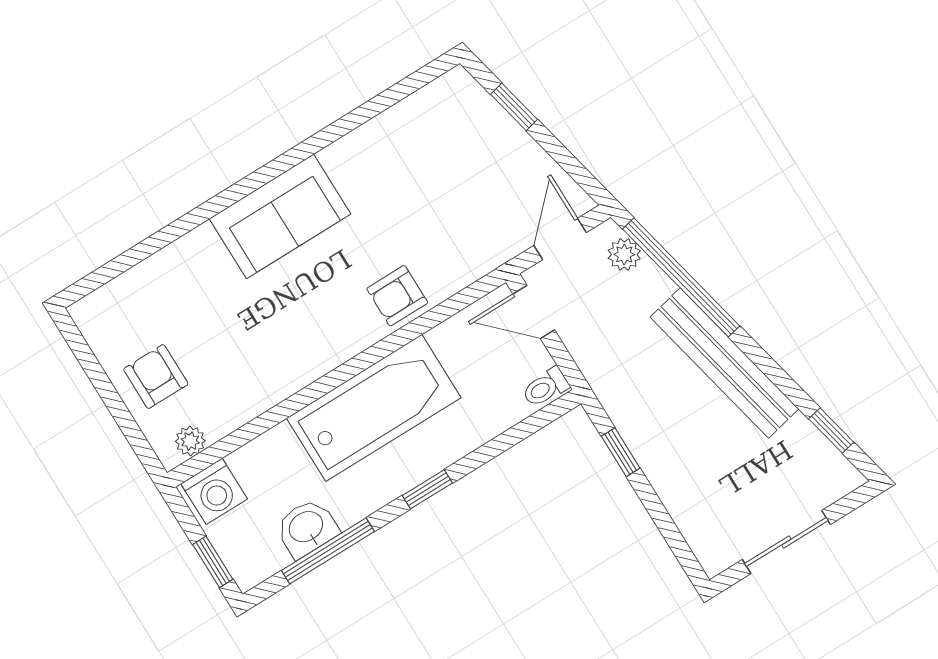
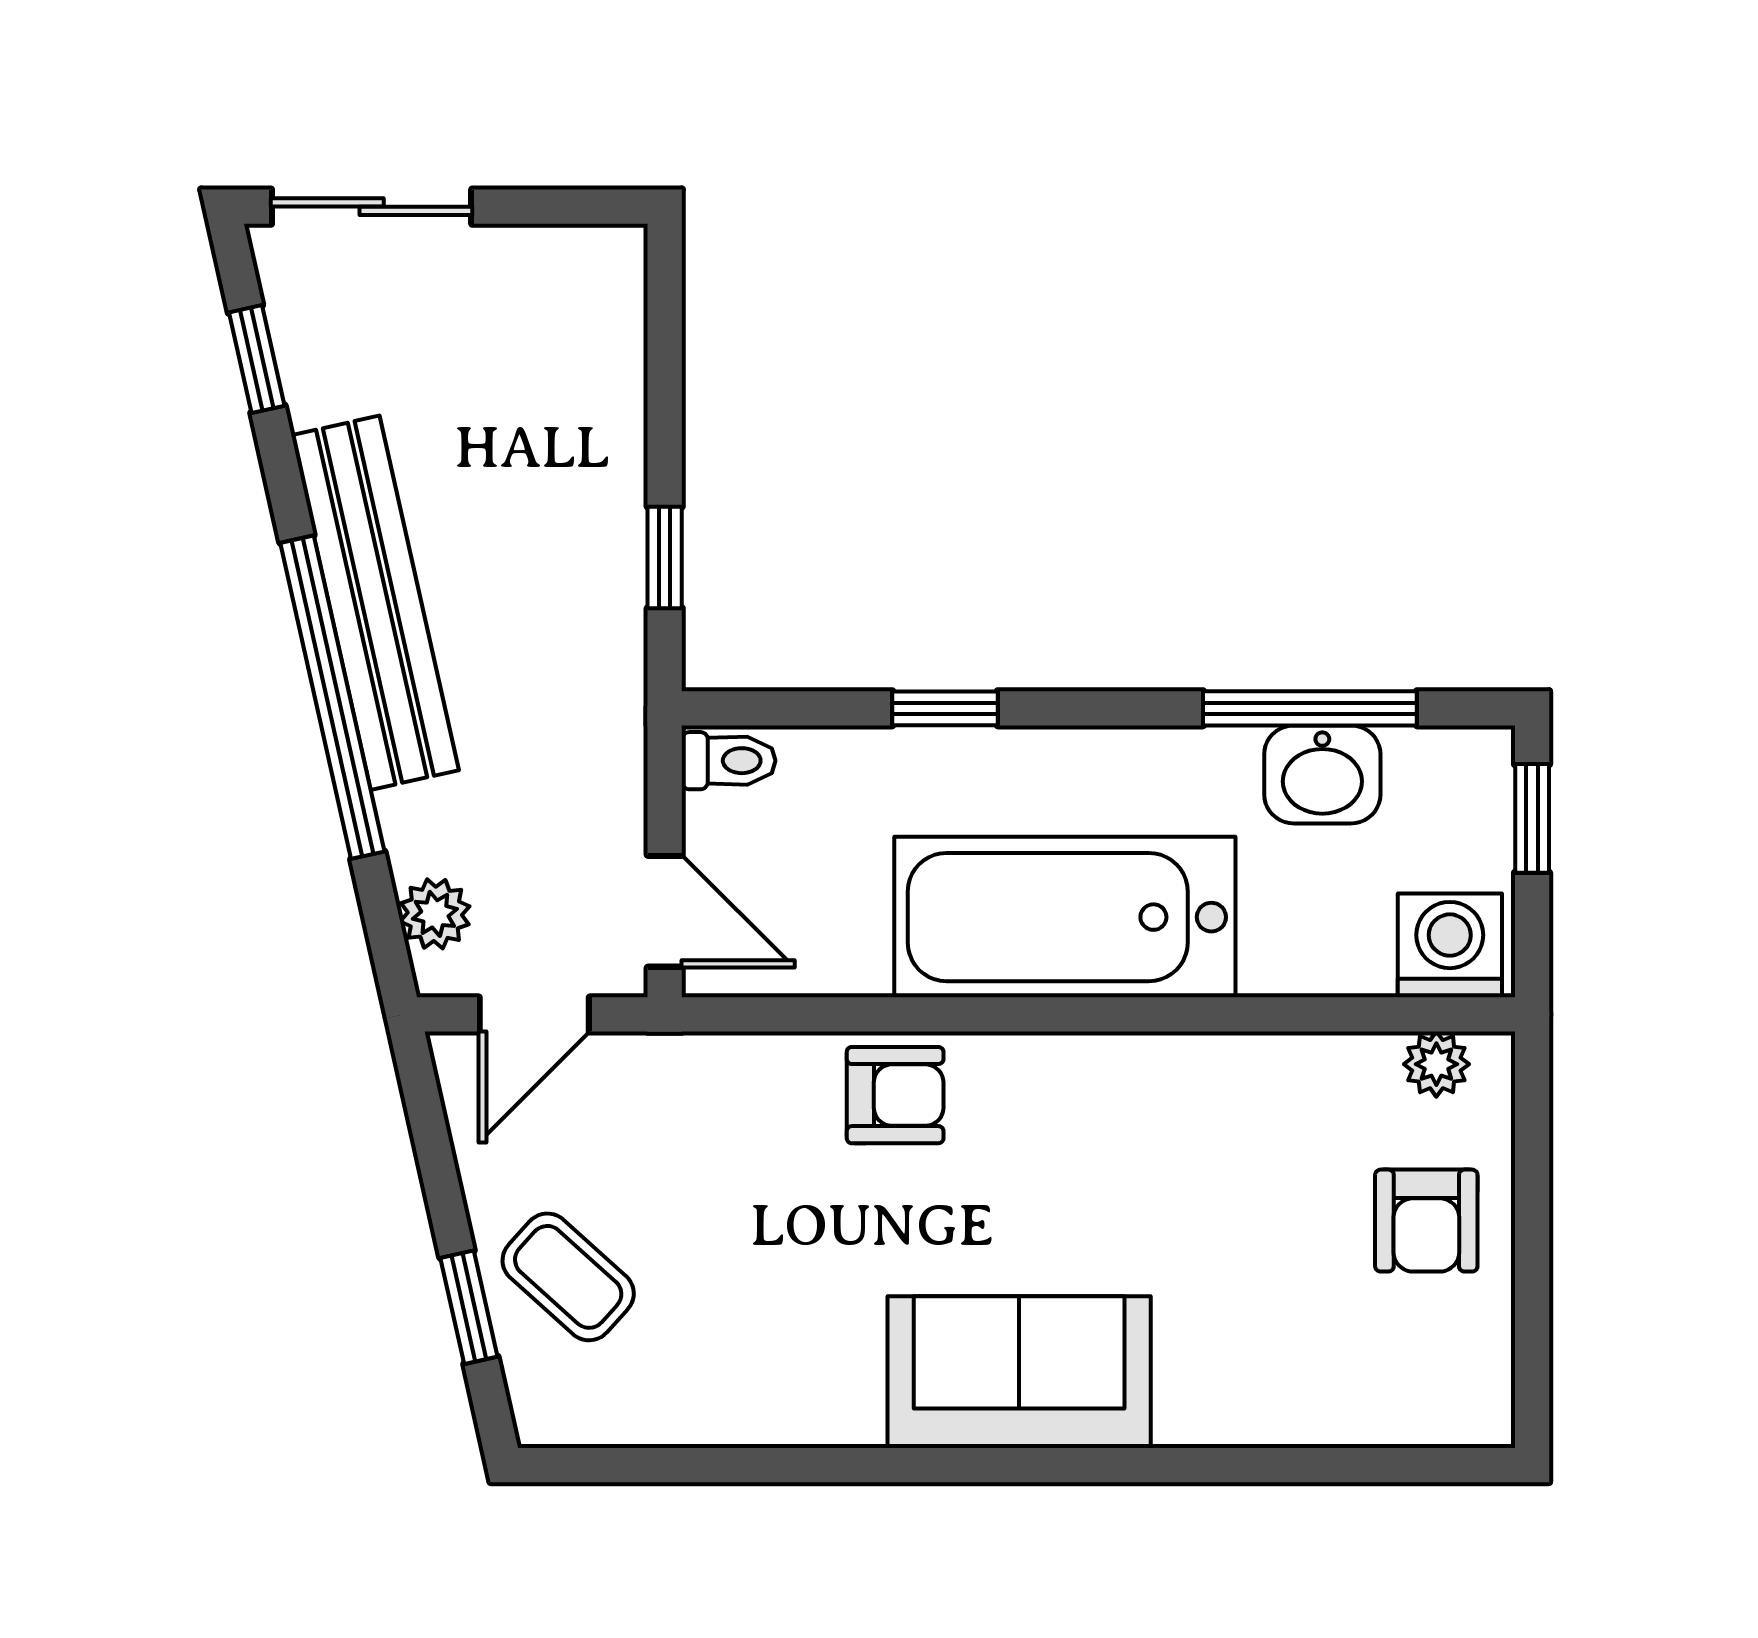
coffee table: (482, 143) -> (568, 1277), added
window: (681, 277) -> (332, 697), moved
window: (427, 489) -> (945, 708), moved
sliding door: (786, 542) -> (372, 207), moved

